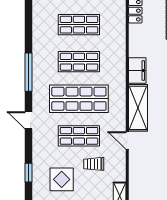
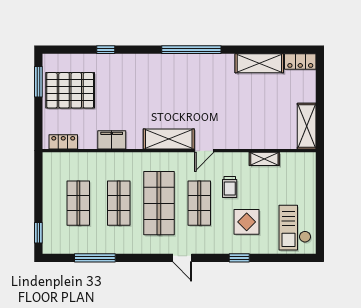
filing cabinet: (137, 71) -> (112, 140), moved
window: (28, 72) -> (95, 258), moved
door: (28, 120) -> (182, 258), hinge flipped

